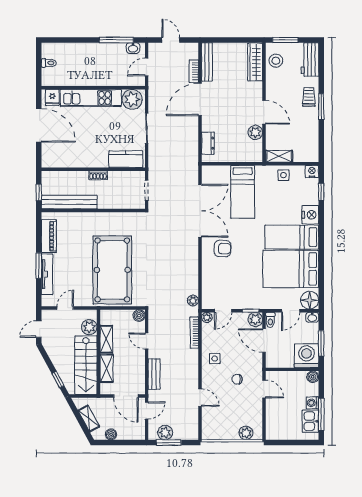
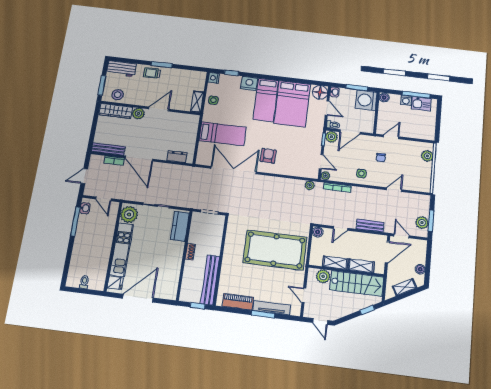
plant: (255, 132) -> (138, 114), moved

